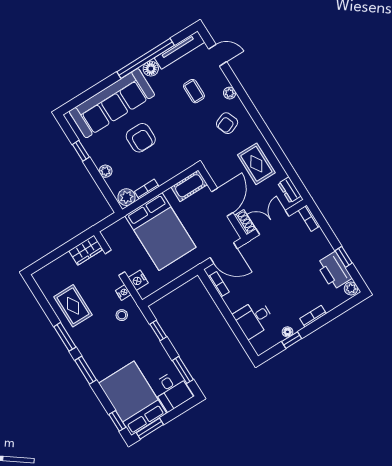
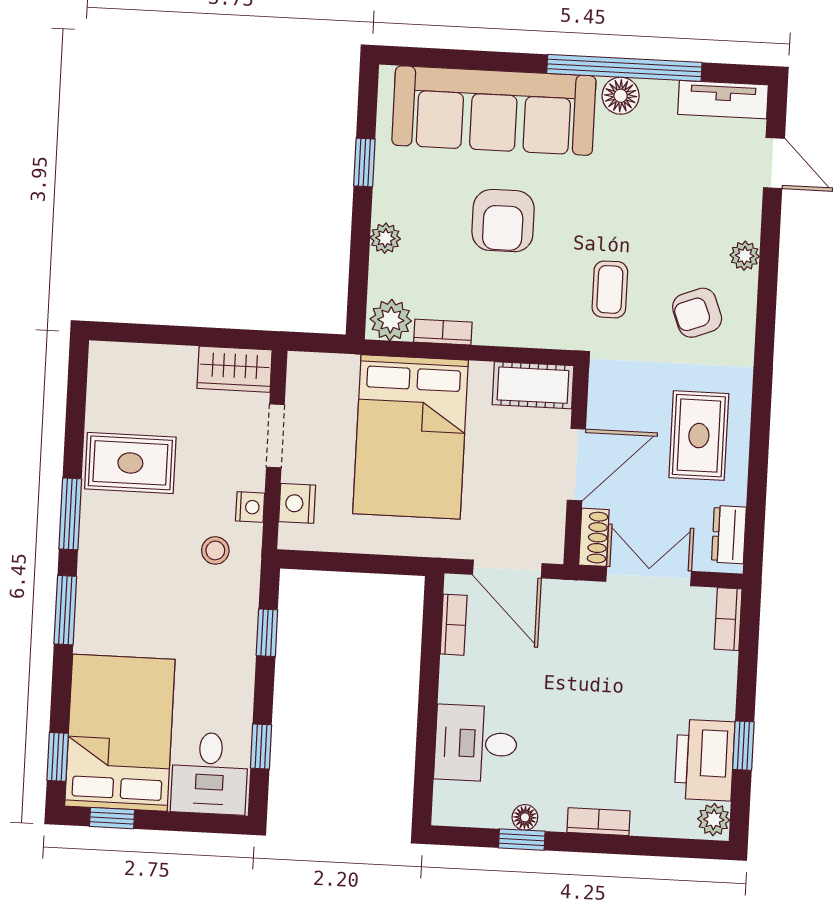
tv unit: (180, 50) -> (723, 100), width x0.71
coffee table: (194, 91) -> (610, 289), moved
rug: (73, 306) -> (130, 463), turned 90
window: (183, 370) -> (261, 746), width x0.67
window: (150, 429) -> (112, 818), width x0.67

